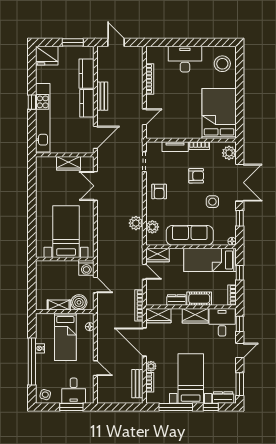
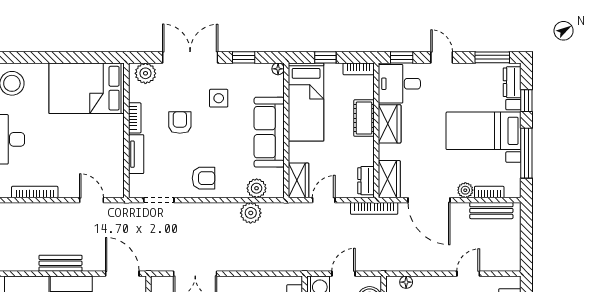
dresser: (176, 300) -> (366, 181), moved
door: (144, 342) -> (429, 200), hinge flipped

